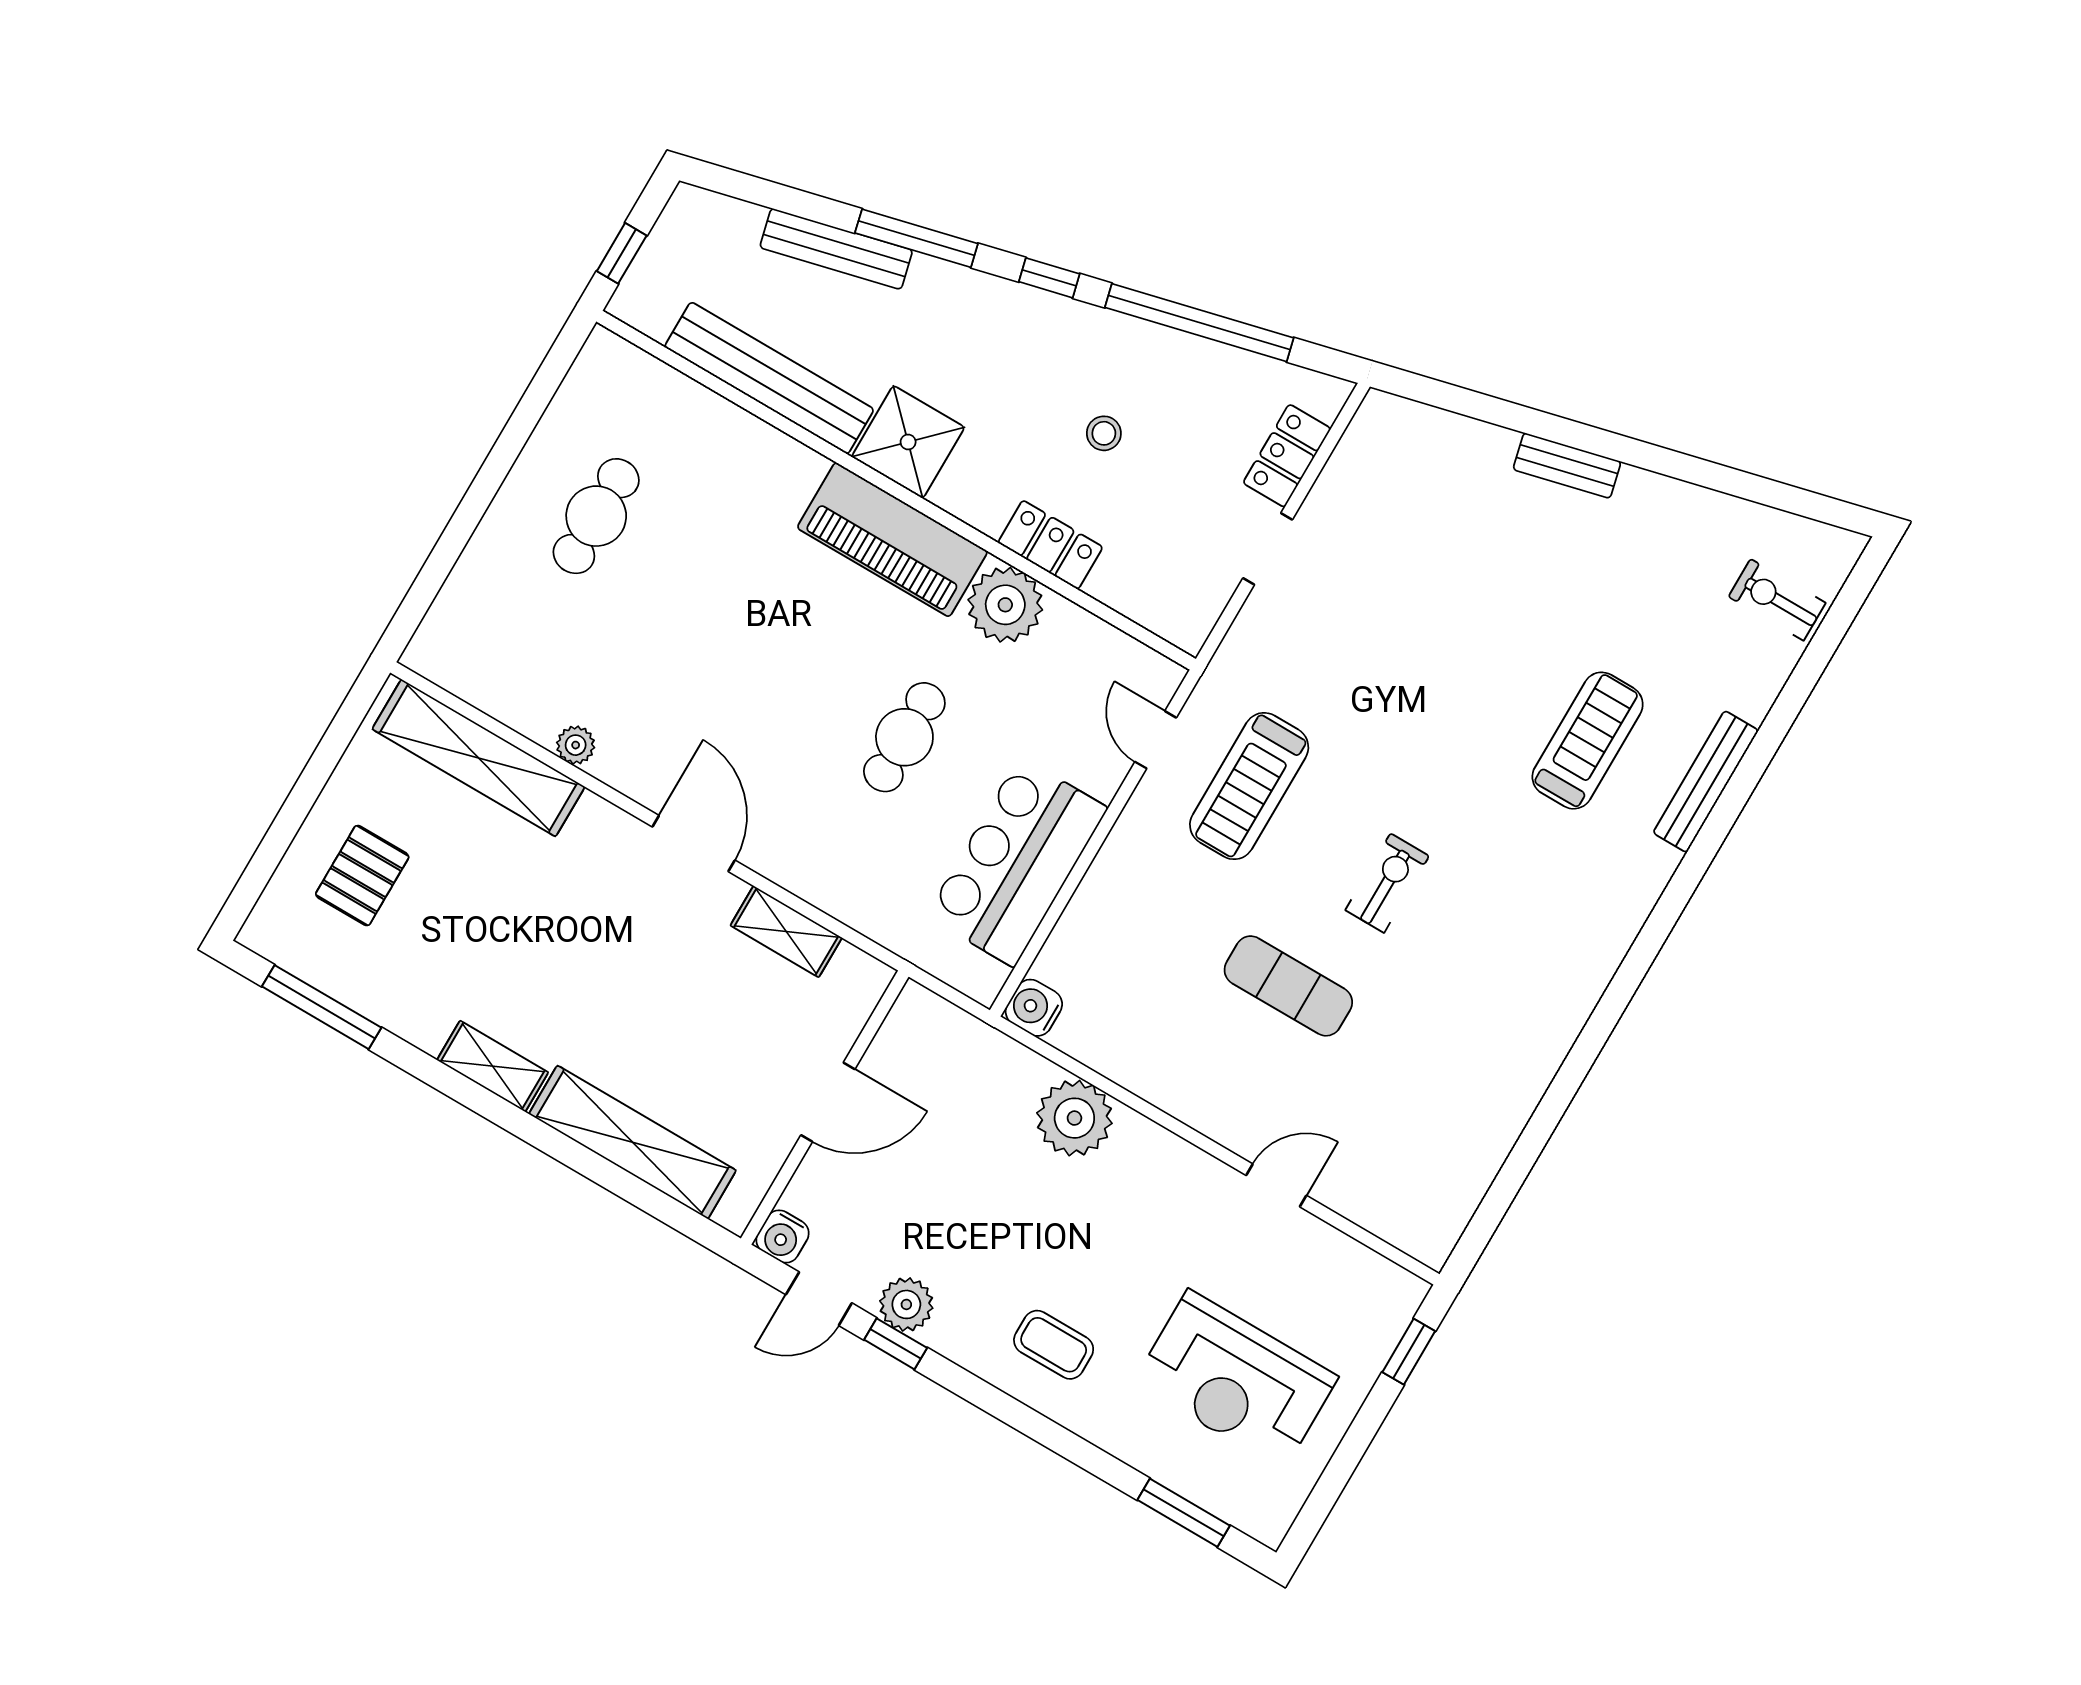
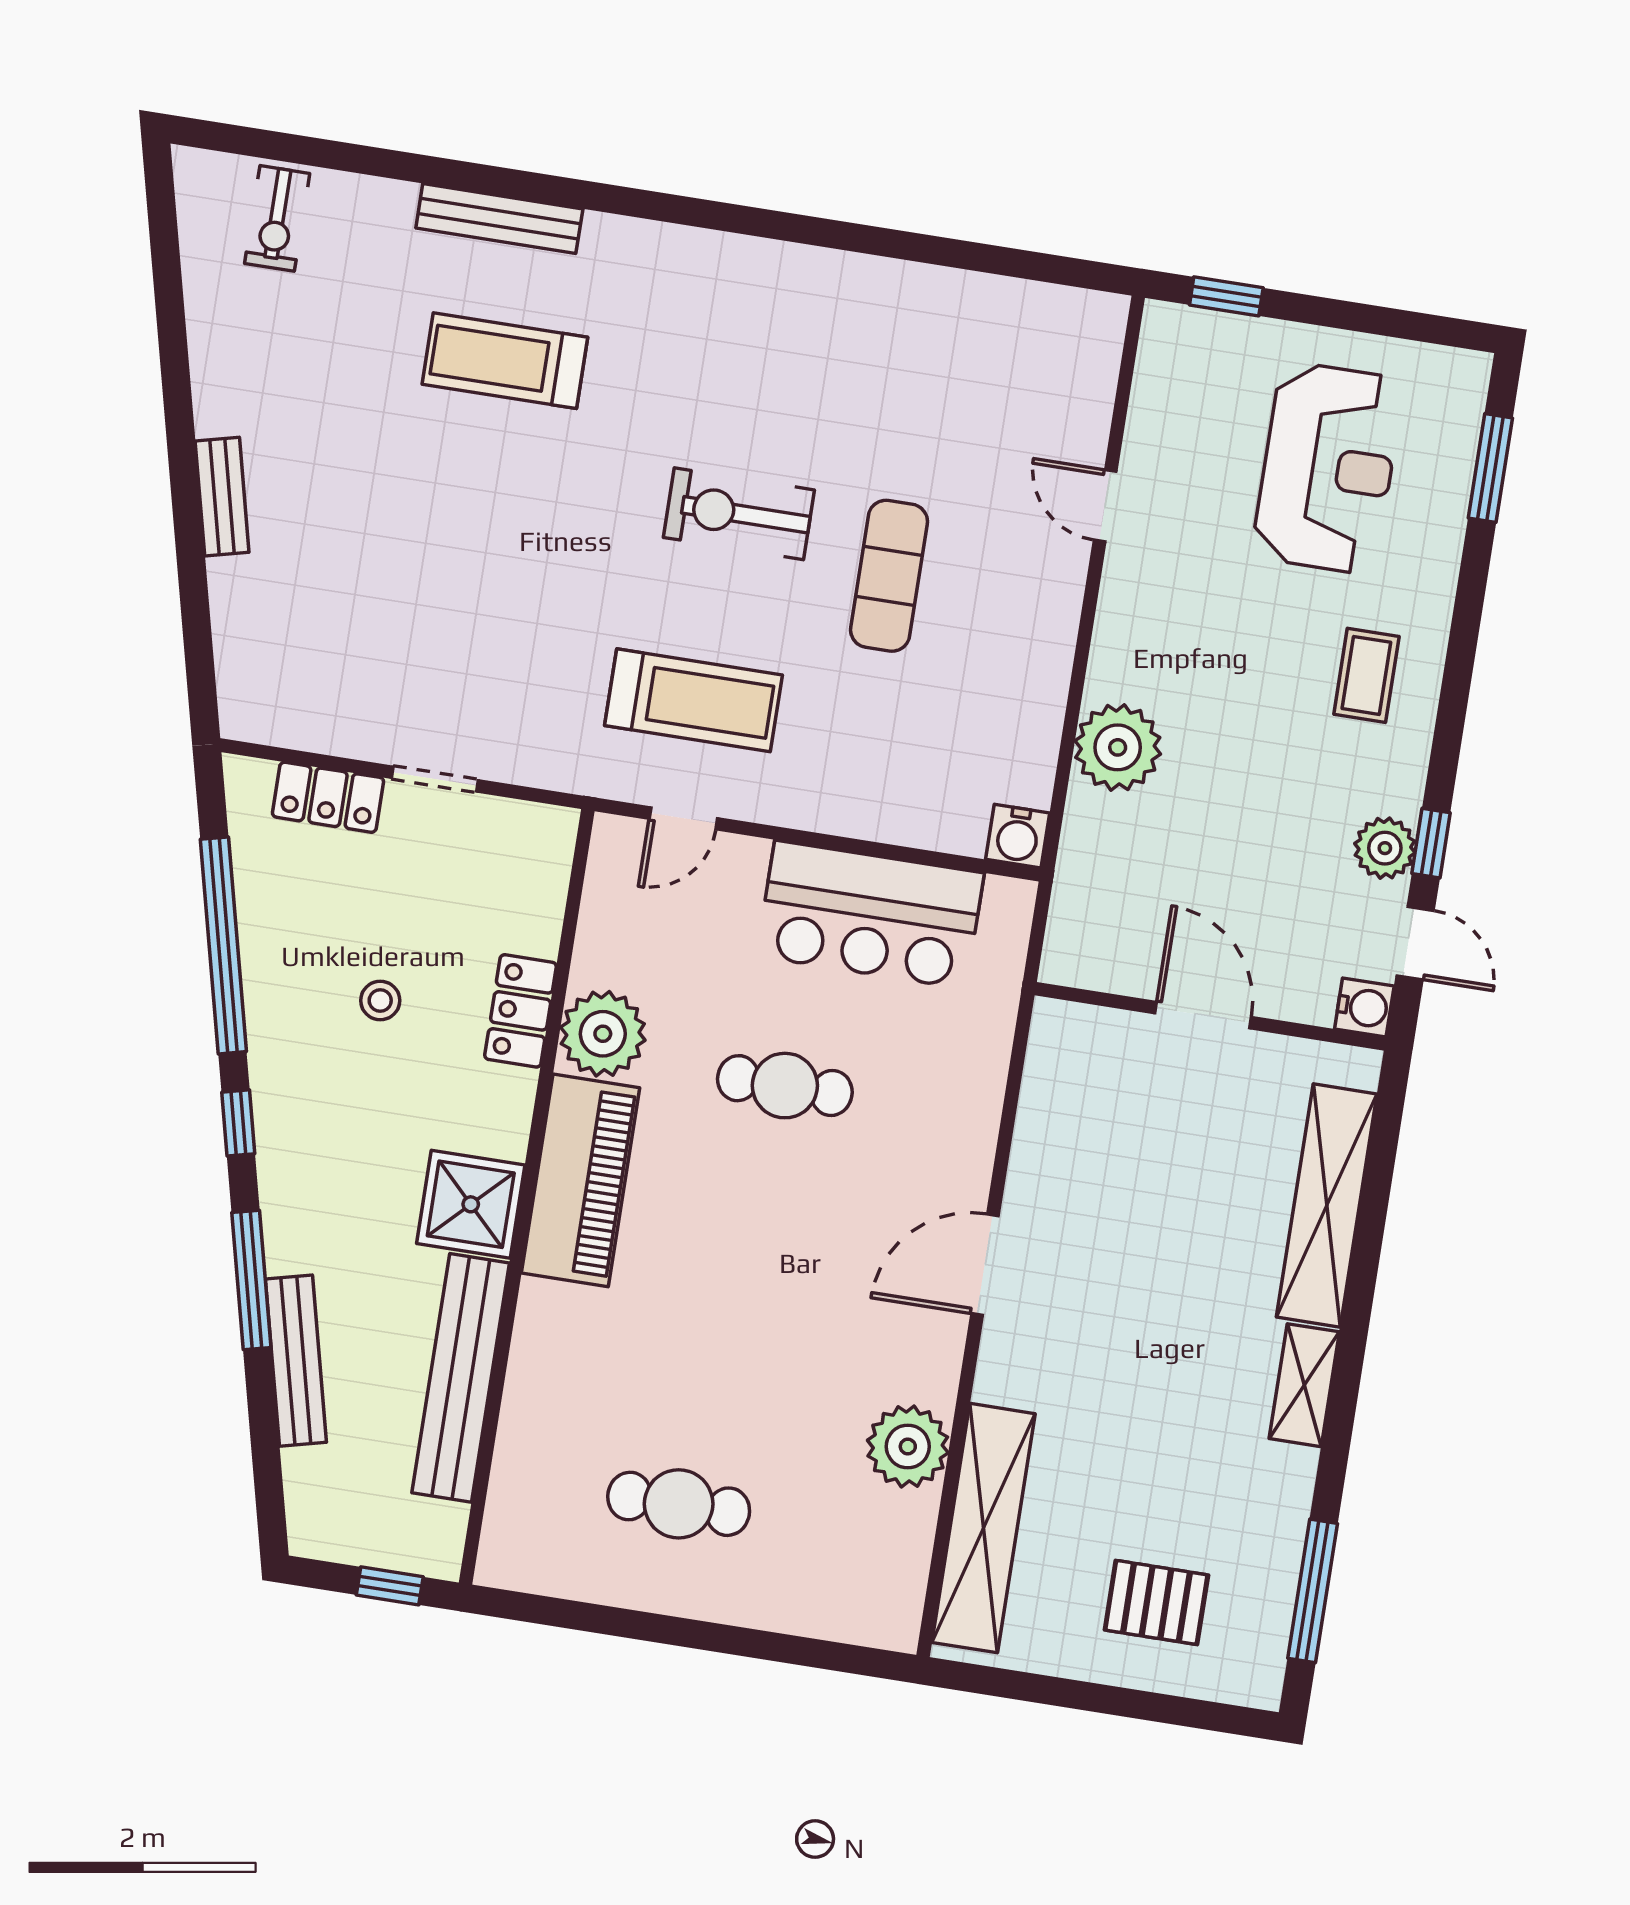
plant: (576, 745) -> (908, 1447), width x1.87, depth x1.87
exercise bike: (1387, 883) -> (739, 514), width x1.38, depth x1.39
shelving: (786, 932) -> (1040, 1130), removed

